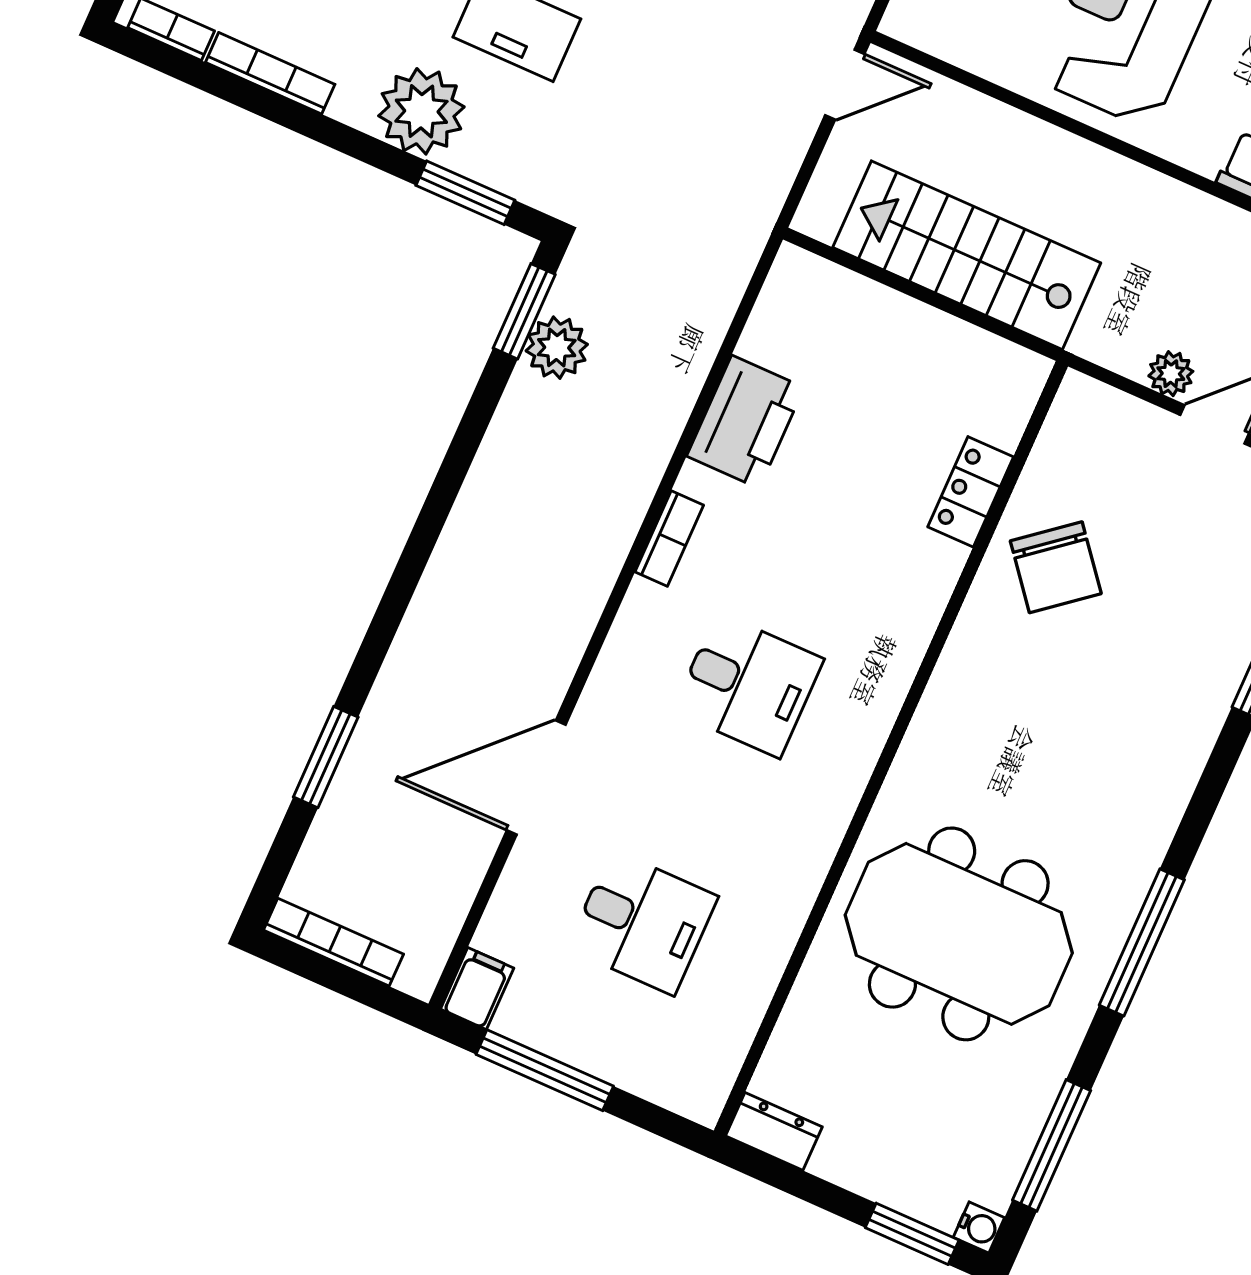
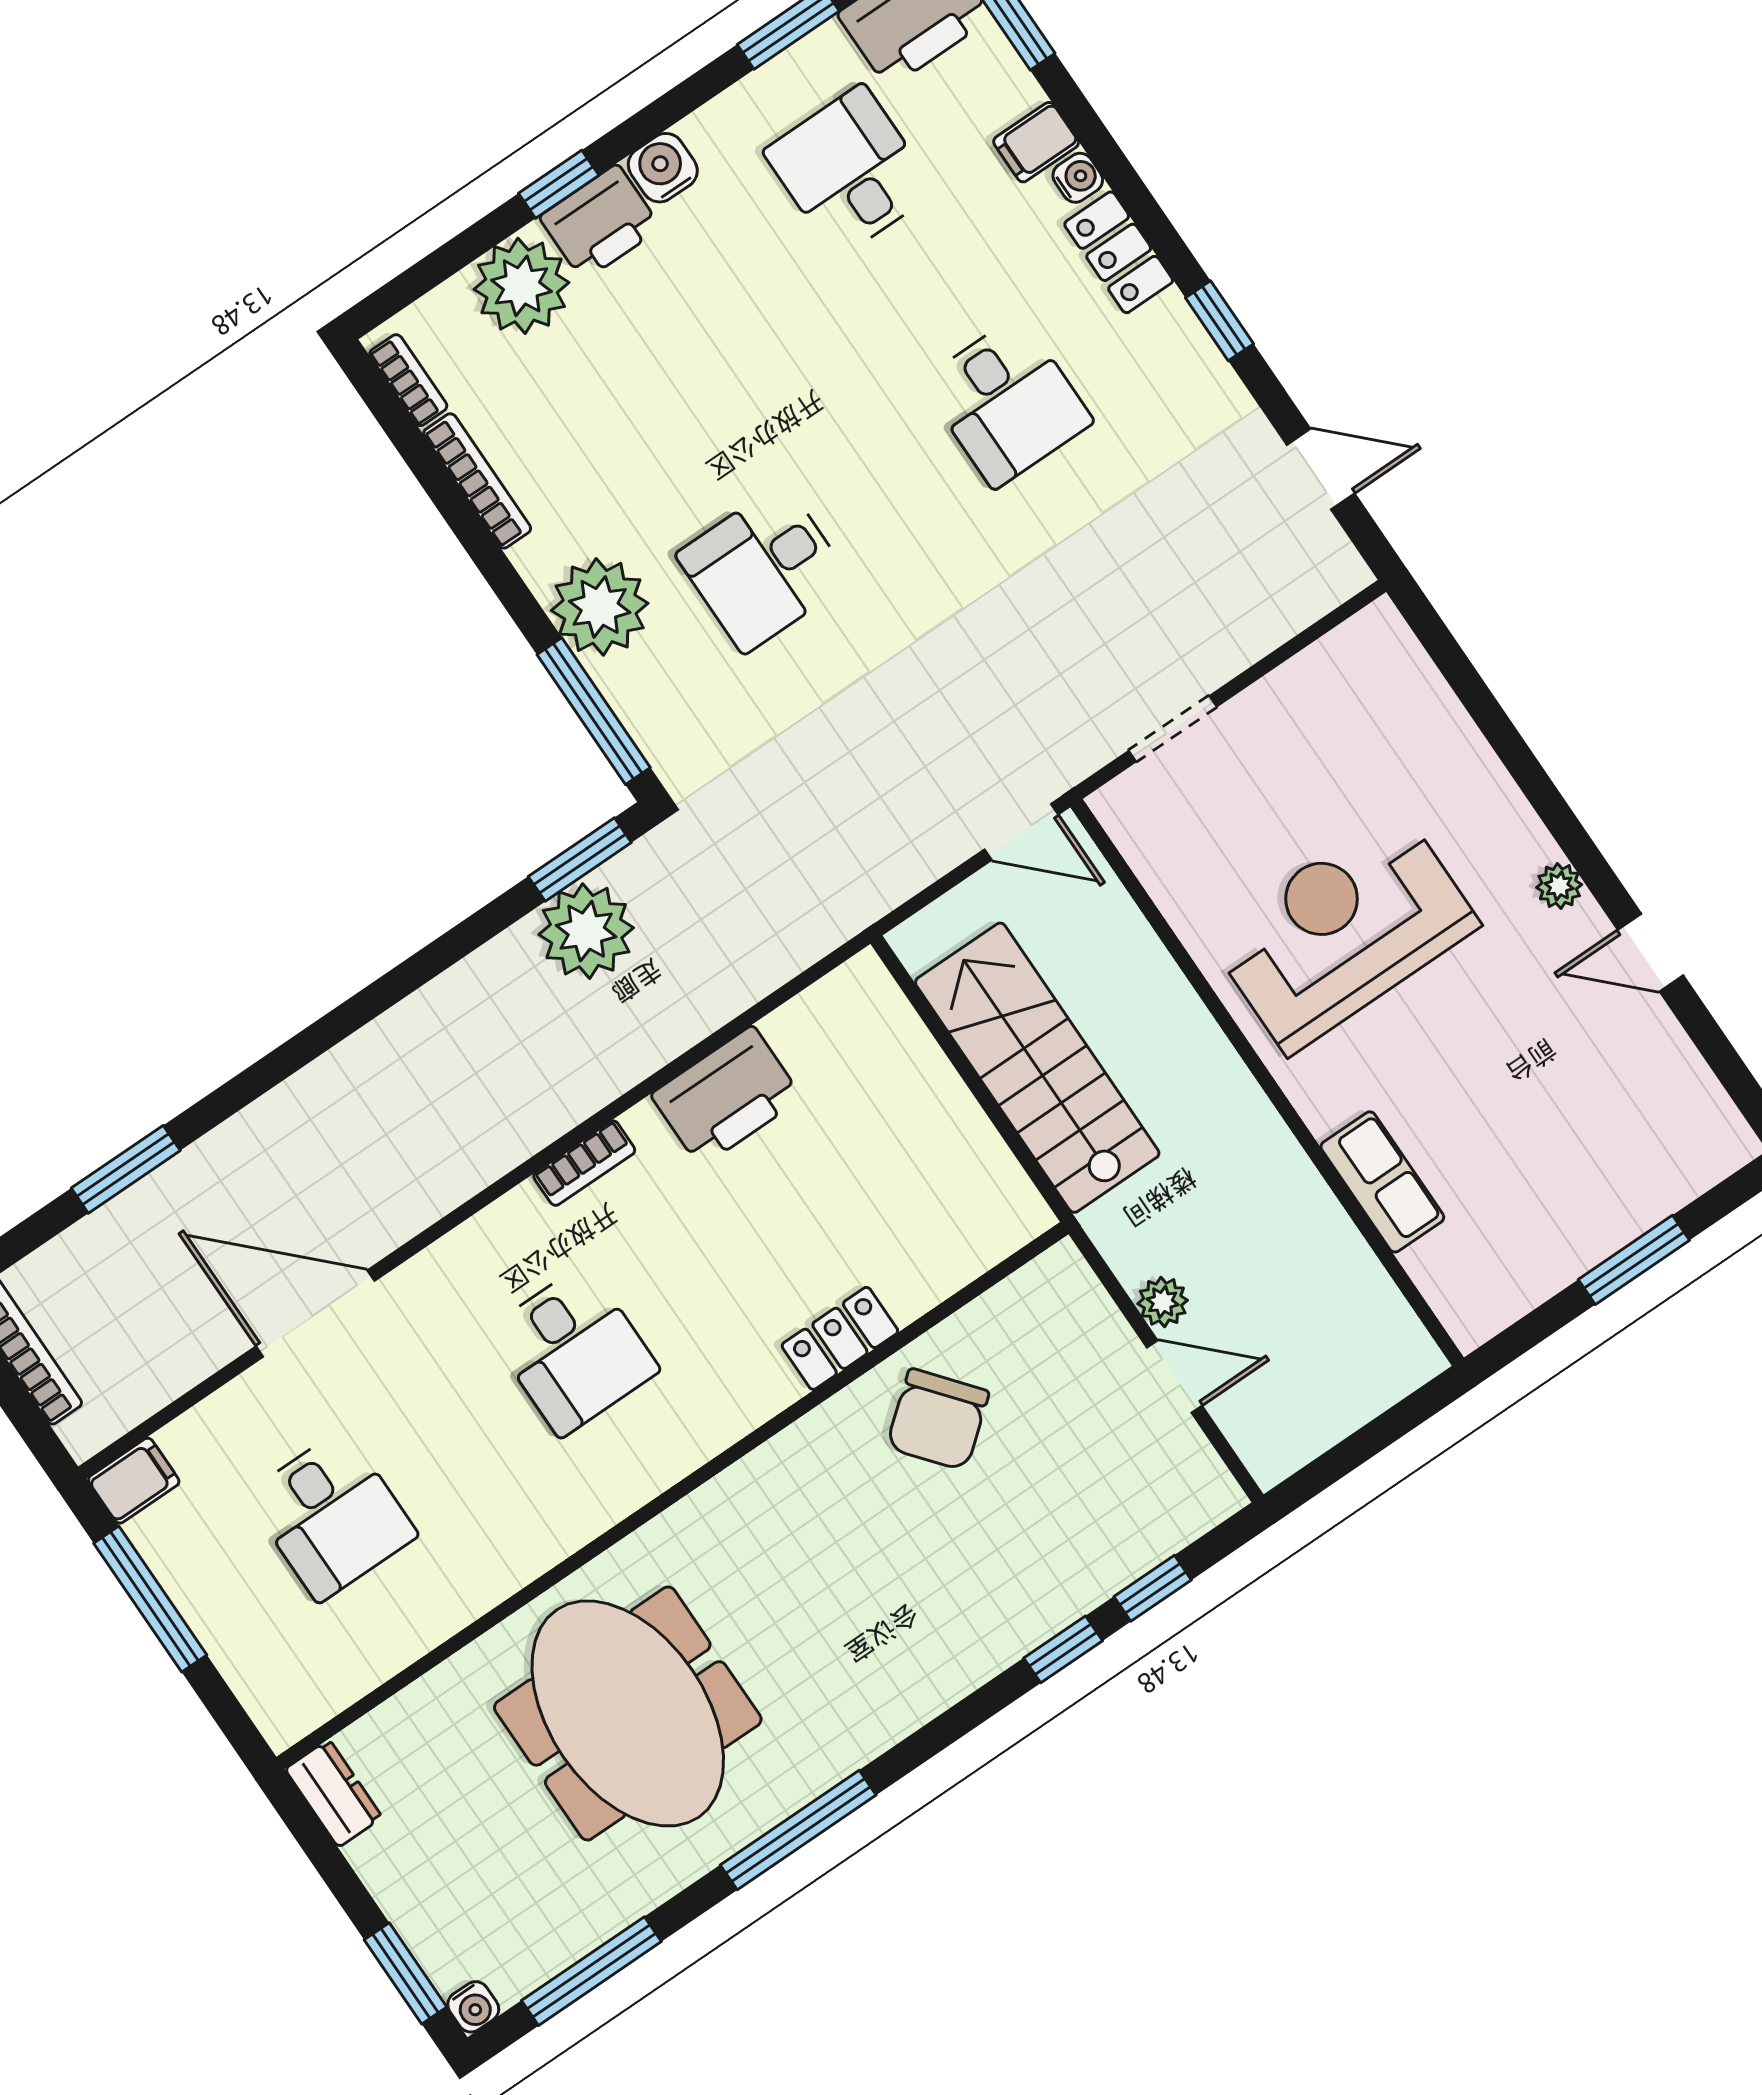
window: (465, 193) -> (594, 711), width x1.44
plant: (557, 348) -> (586, 931), width x1.36, depth x1.36
locker: (971, 492) -> (840, 1338), moved

